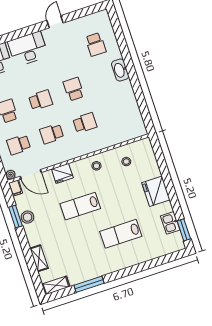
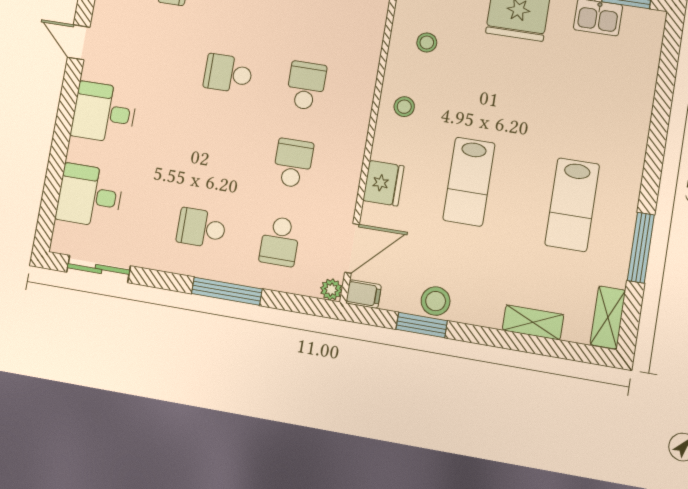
desk: (28, 49) -> (104, 113), width x0.73
school desk: (41, 100) -> (215, 150), removed
school desk: (52, 134) -> (293, 163), turned 180
lab bench: (121, 234) -> (572, 205), moved

